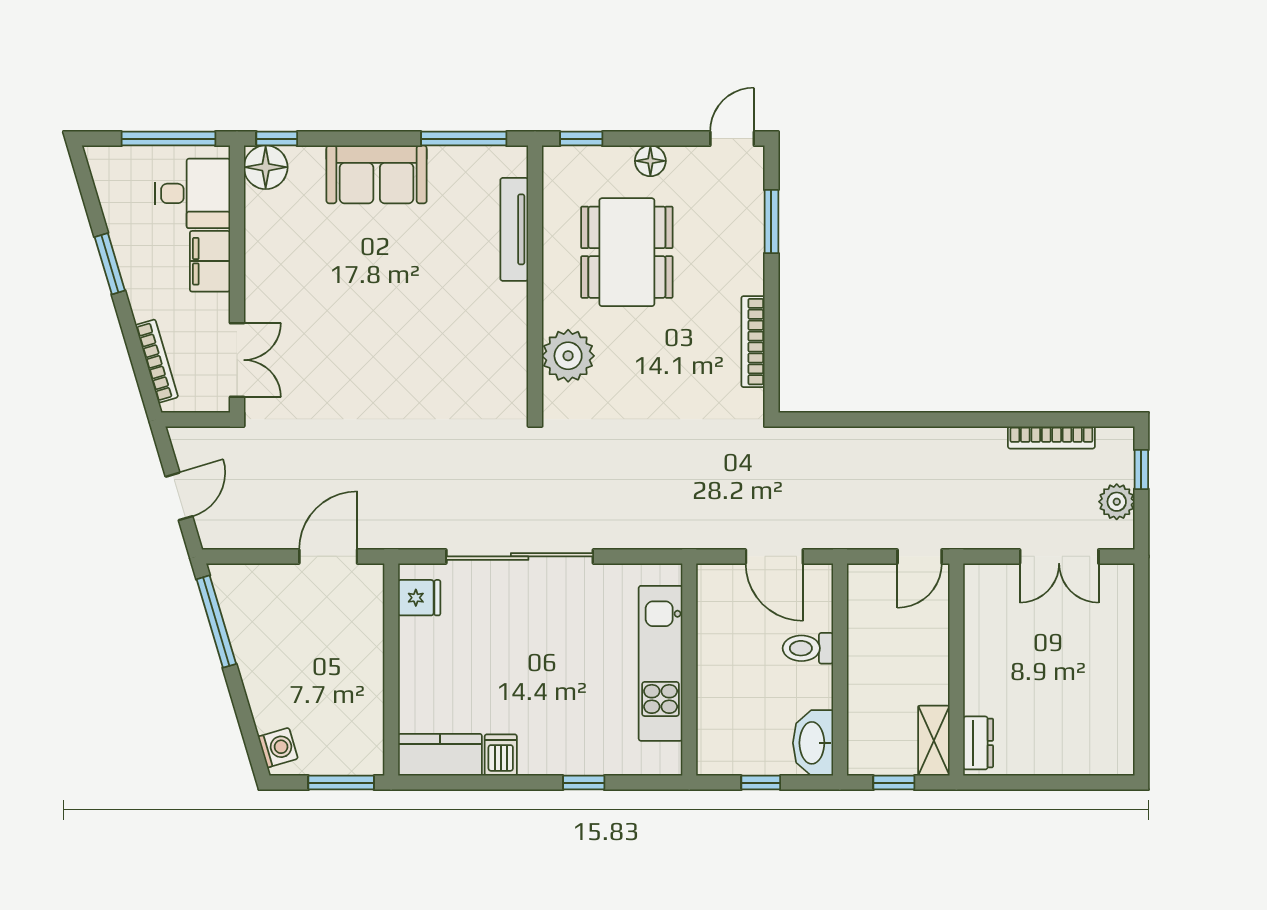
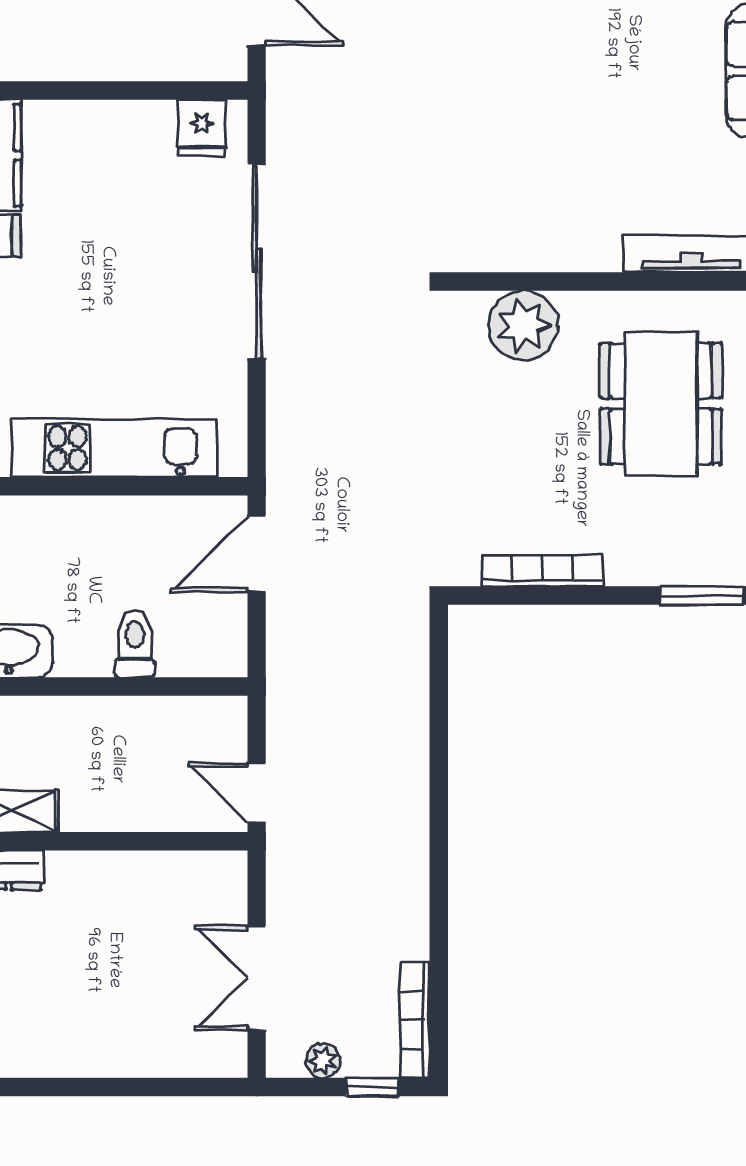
dining table: (627, 252) -> (661, 404), turned 90
bookcase: (1051, 437) -> (415, 1020), moved
plant: (1117, 502) -> (323, 1061), width x0.73, depth x0.73
door: (774, 556) -> (257, 554), moved

